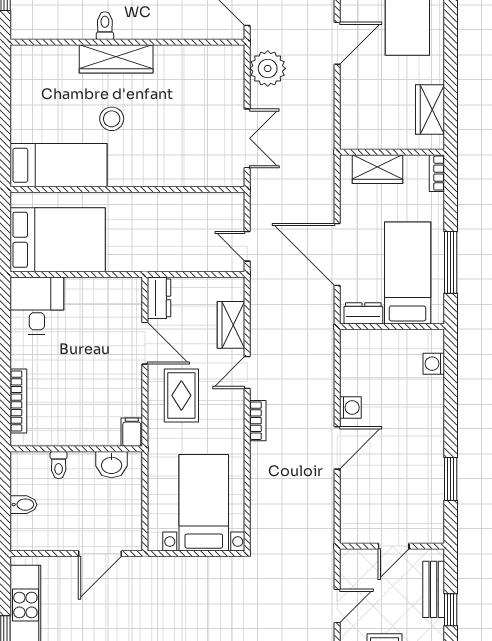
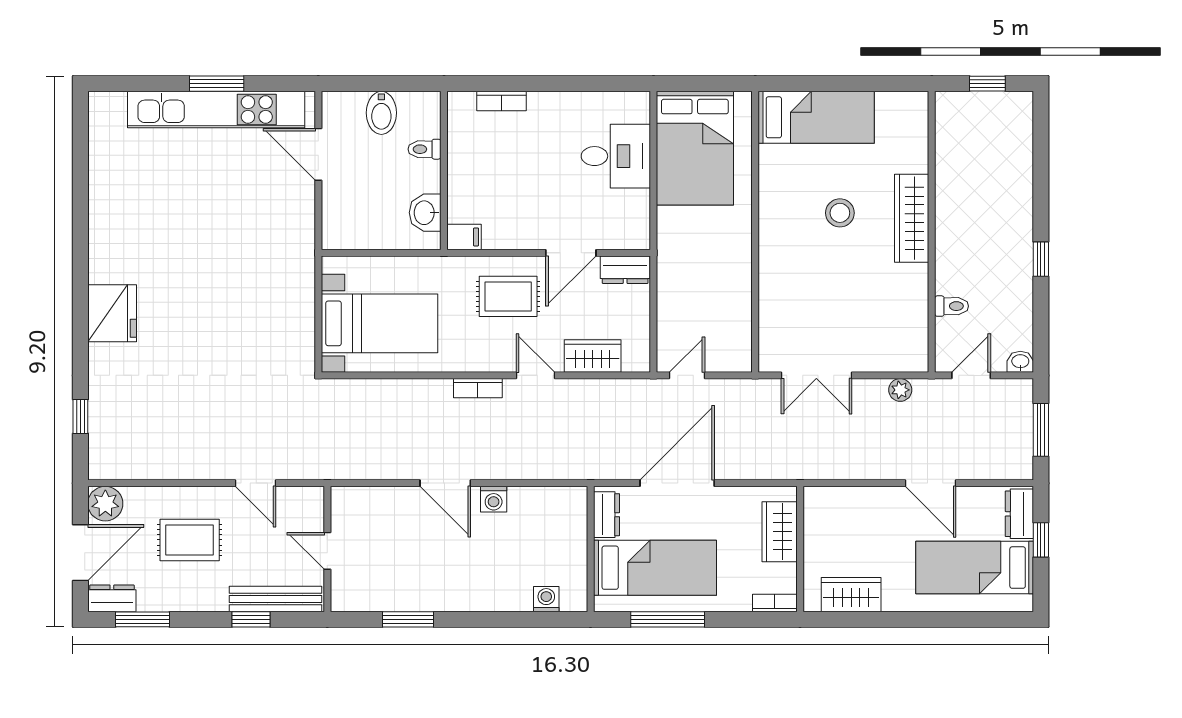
toilet: (105, 26) -> (952, 306), moved
plant: (268, 69) -> (900, 390), width x0.53, depth x0.53
bed: (59, 165) -> (816, 117), moved, turned -90
desk: (37, 306) -> (616, 156), moved
bookcase: (18, 401) -> (501, 101), width x0.64
bidet: (23, 505) -> (381, 113), width x1.38, depth x1.36
door: (100, 554) -> (318, 154), moved
bench: (434, 589) -> (275, 599), width x1.36

